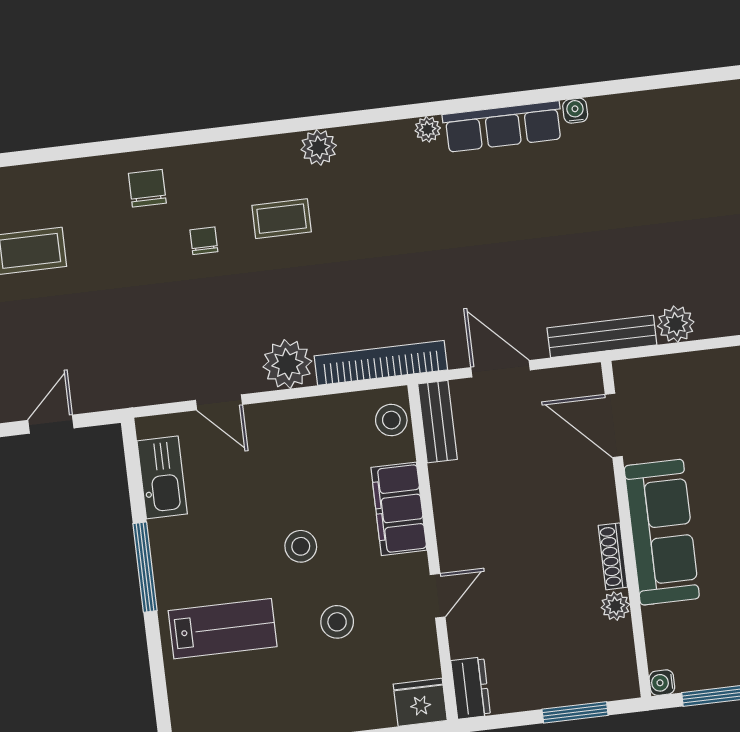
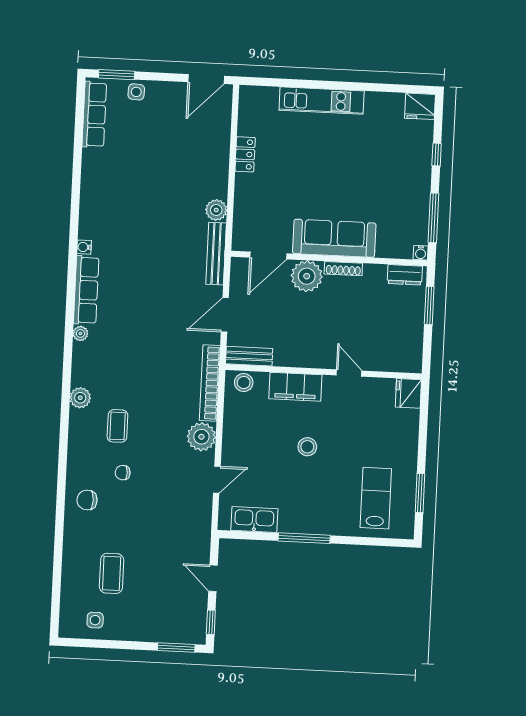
plant: (615, 606) -> (307, 276), moved, width x1.88, depth x1.88
stool: (337, 622) -> (354, 433), removed
lab bench: (223, 629) -> (376, 498), moved
dresser: (471, 688) -> (405, 275), moved, turned 180

